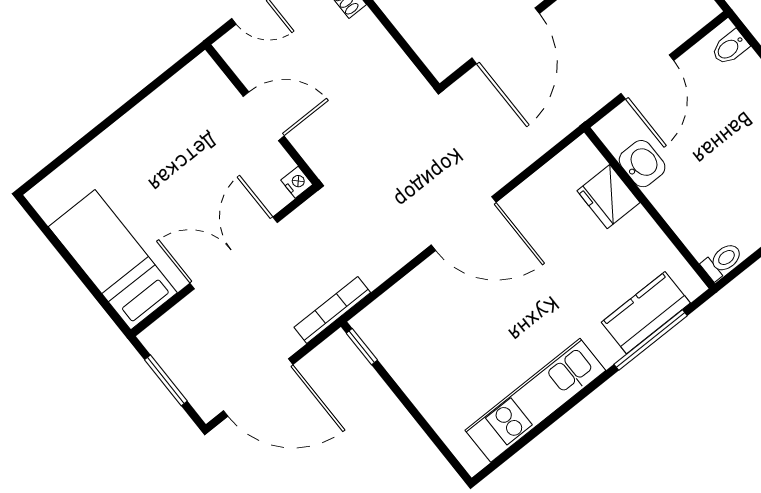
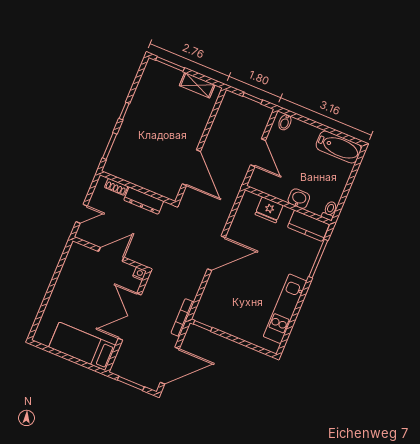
dresser: (381, 48) -> (144, 201), added
washbasin: (642, 164) -> (299, 199), moved
kitchen counter: (646, 313) -> (308, 226), moved, turned -90

